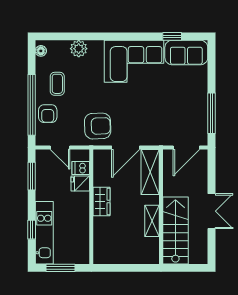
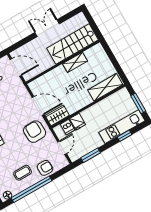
window: (32, 105) -> (32, 189), moved
shelving: (150, 172) -> (105, 87), moved
wardrobe: (101, 201) -> (57, 115), moved

